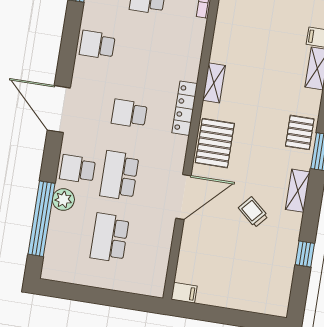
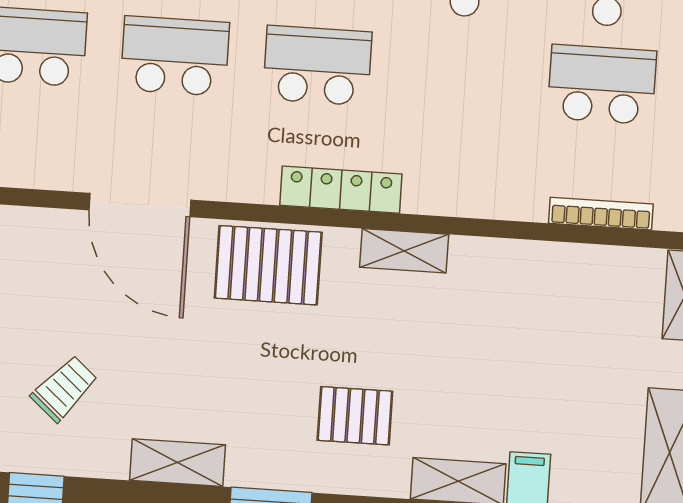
school desk: (129, 114) -> (317, 65), width x1.85
pallet: (300, 132) -> (355, 416), moved
trolley: (253, 212) -> (64, 389), moved

